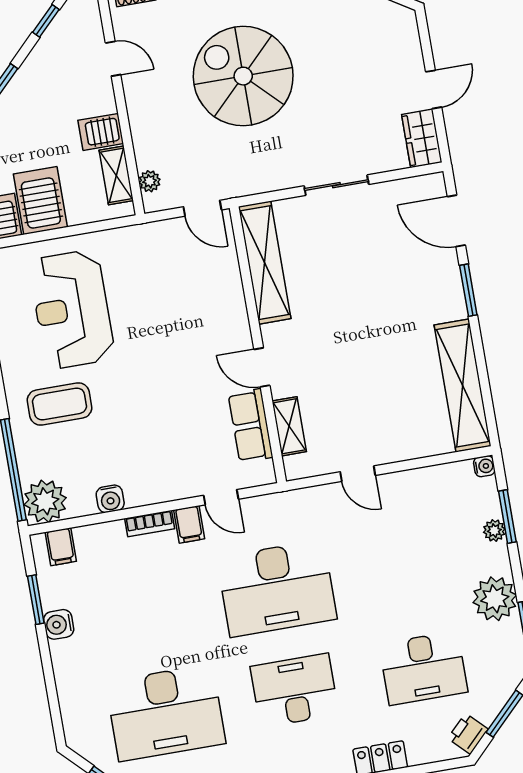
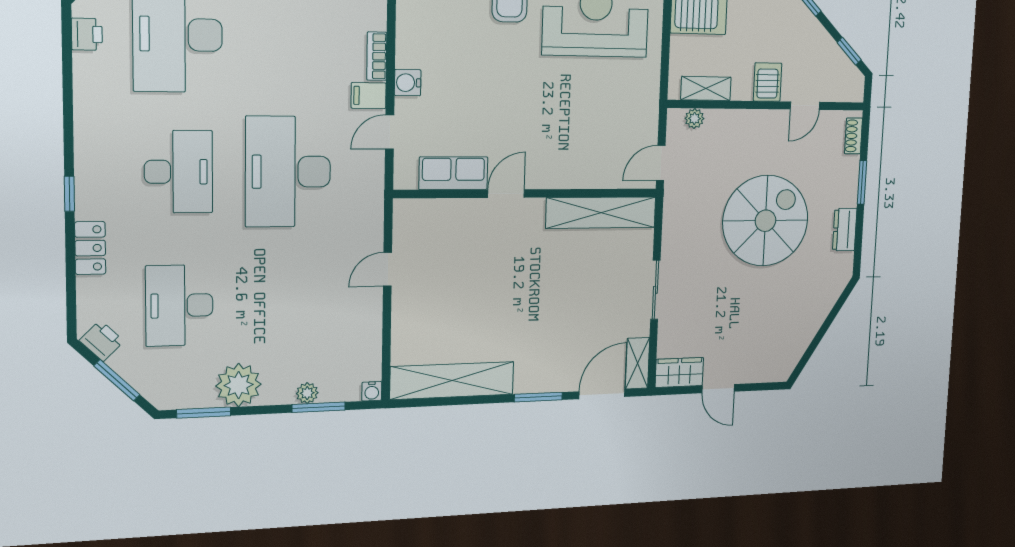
server rack: (101, 132) -> (768, 82), moved
shelving: (289, 426) -> (638, 363), moved, turned 90
water cooler: (110, 499) -> (408, 83), moved

